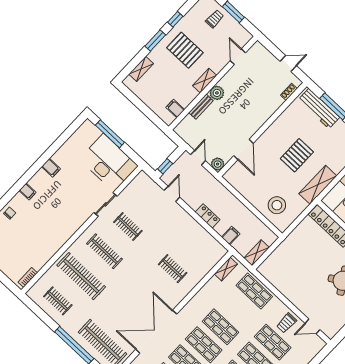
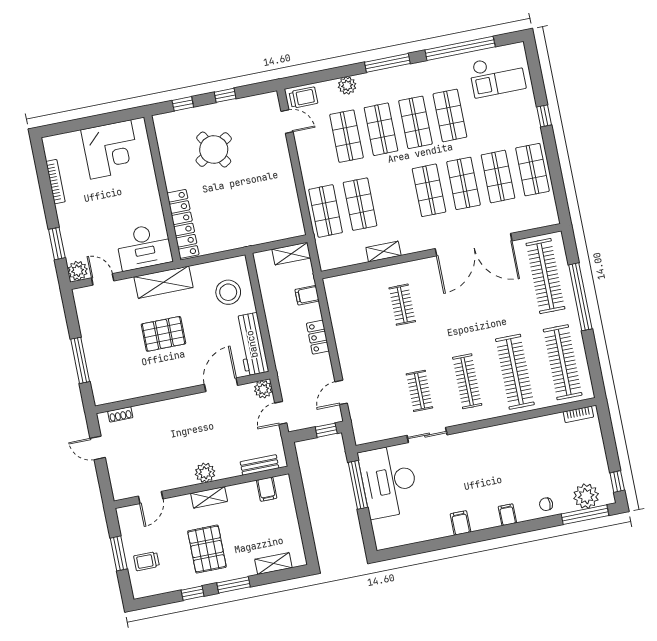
bench: (201, 107) -> (259, 465), moved
workbench: (319, 109) -> (252, 344), moved, turned 180
window: (110, 134) -> (358, 485), moved
shelving: (226, 269) -> (383, 252), moved
clothes rail: (58, 301) -> (563, 362), width x1.86, depth x1.31
trolley: (287, 323) -> (303, 98), moved
shop shelf: (221, 327) -> (360, 204), moved

